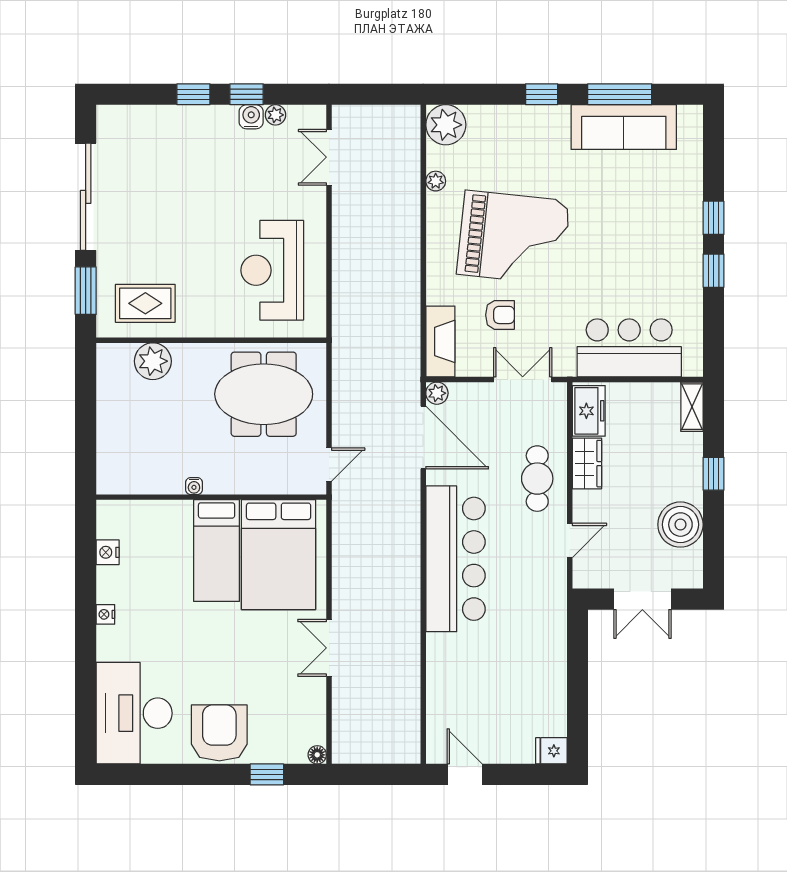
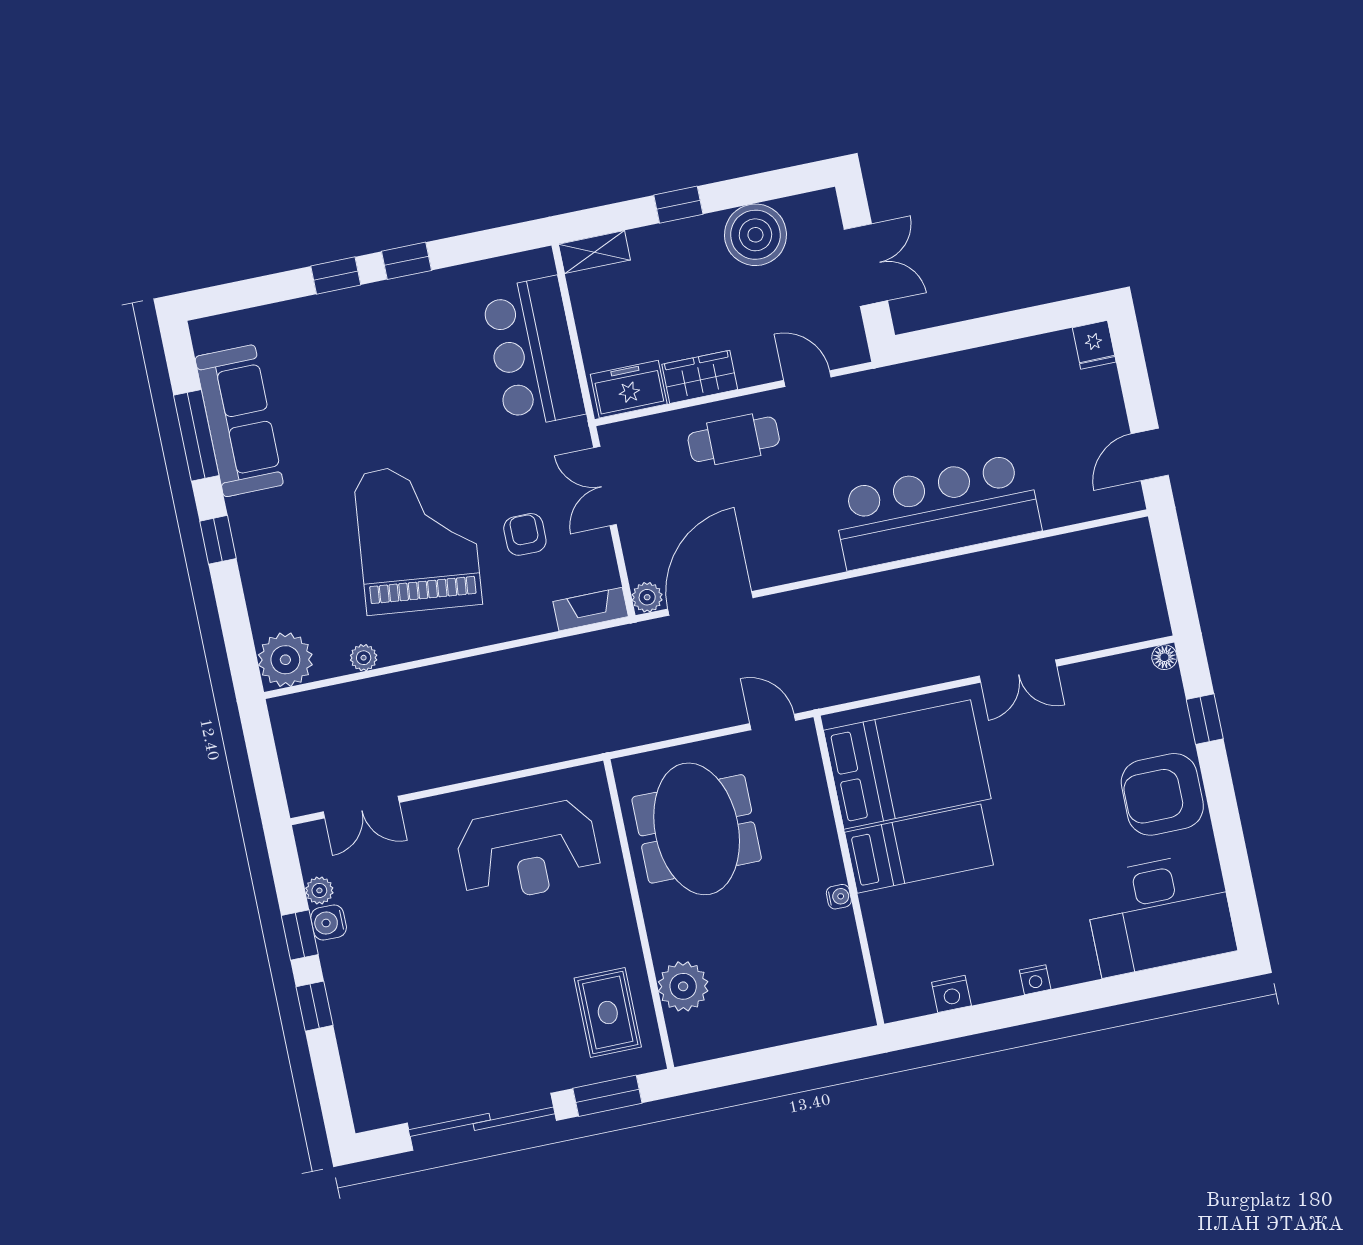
fireplace: (440, 341) -> (591, 609), width x0.73, depth x0.76
bar counter: (455, 559) -> (937, 511), moved

